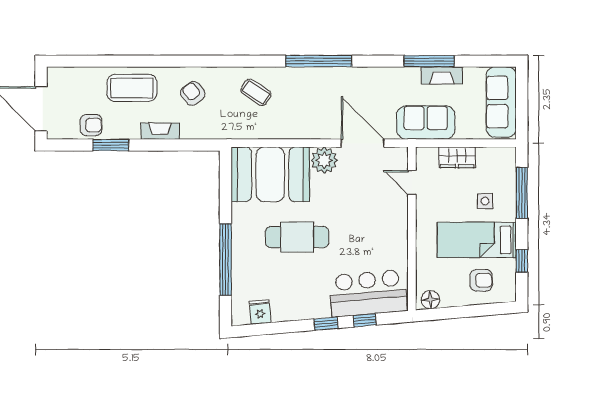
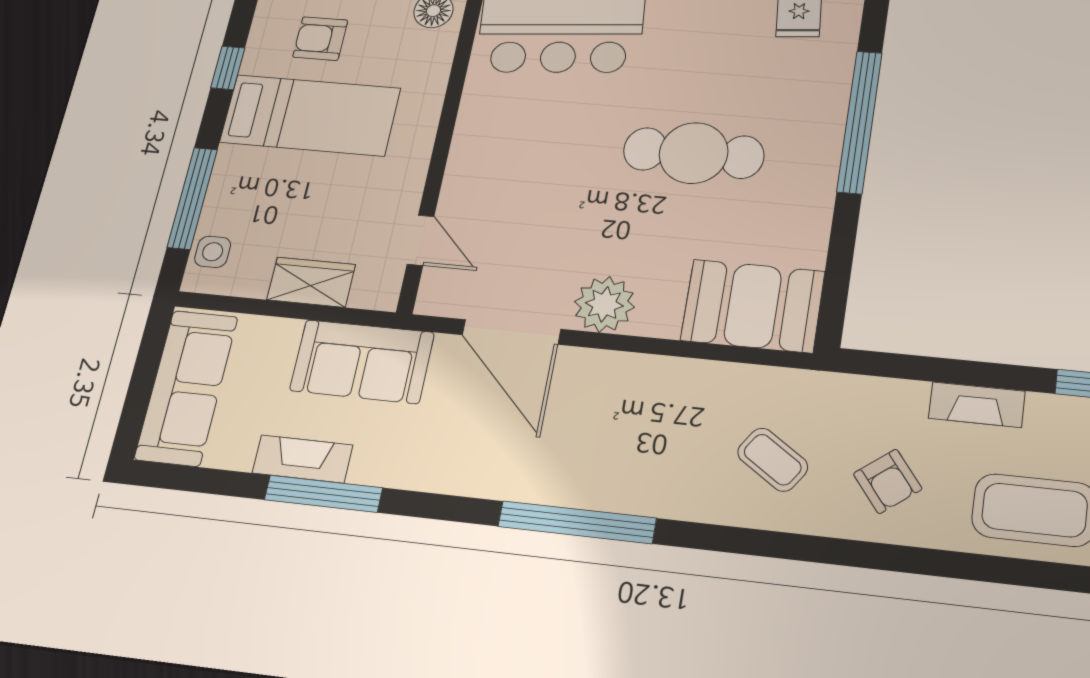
coffee table: (256, 92) -> (773, 460), moved
booth: (270, 174) -> (753, 306), width x0.73, depth x0.70
side table: (485, 201) -> (213, 252), moved

